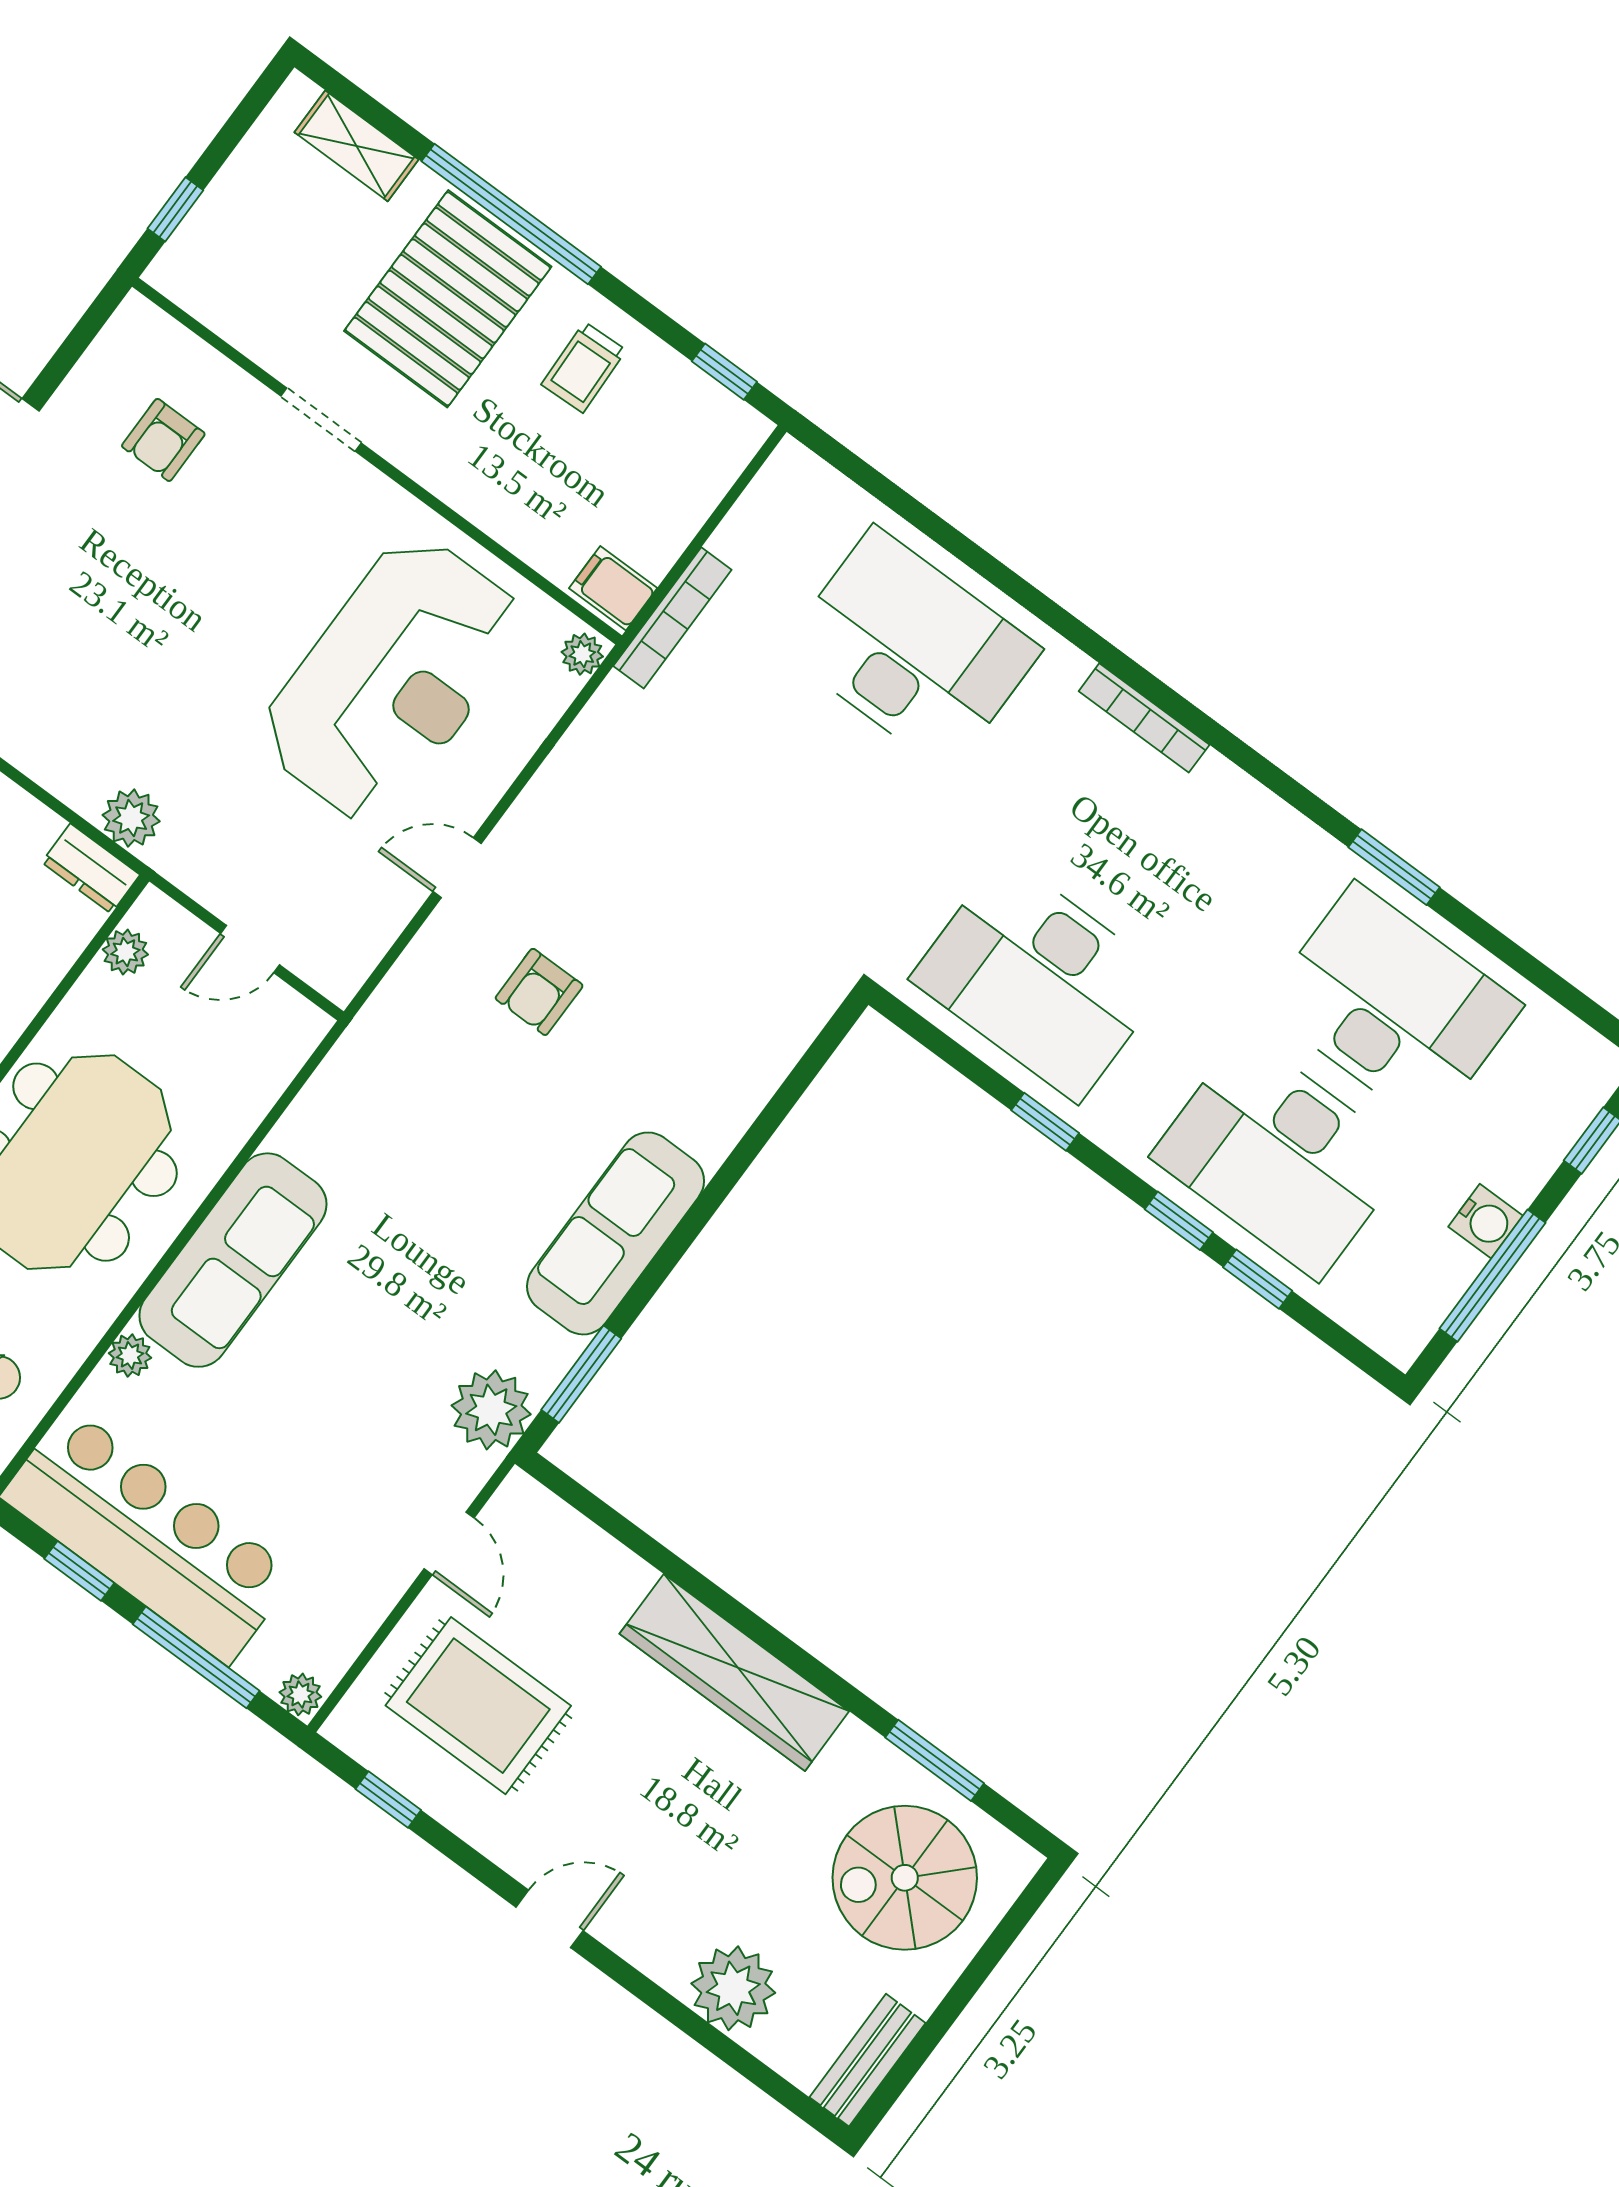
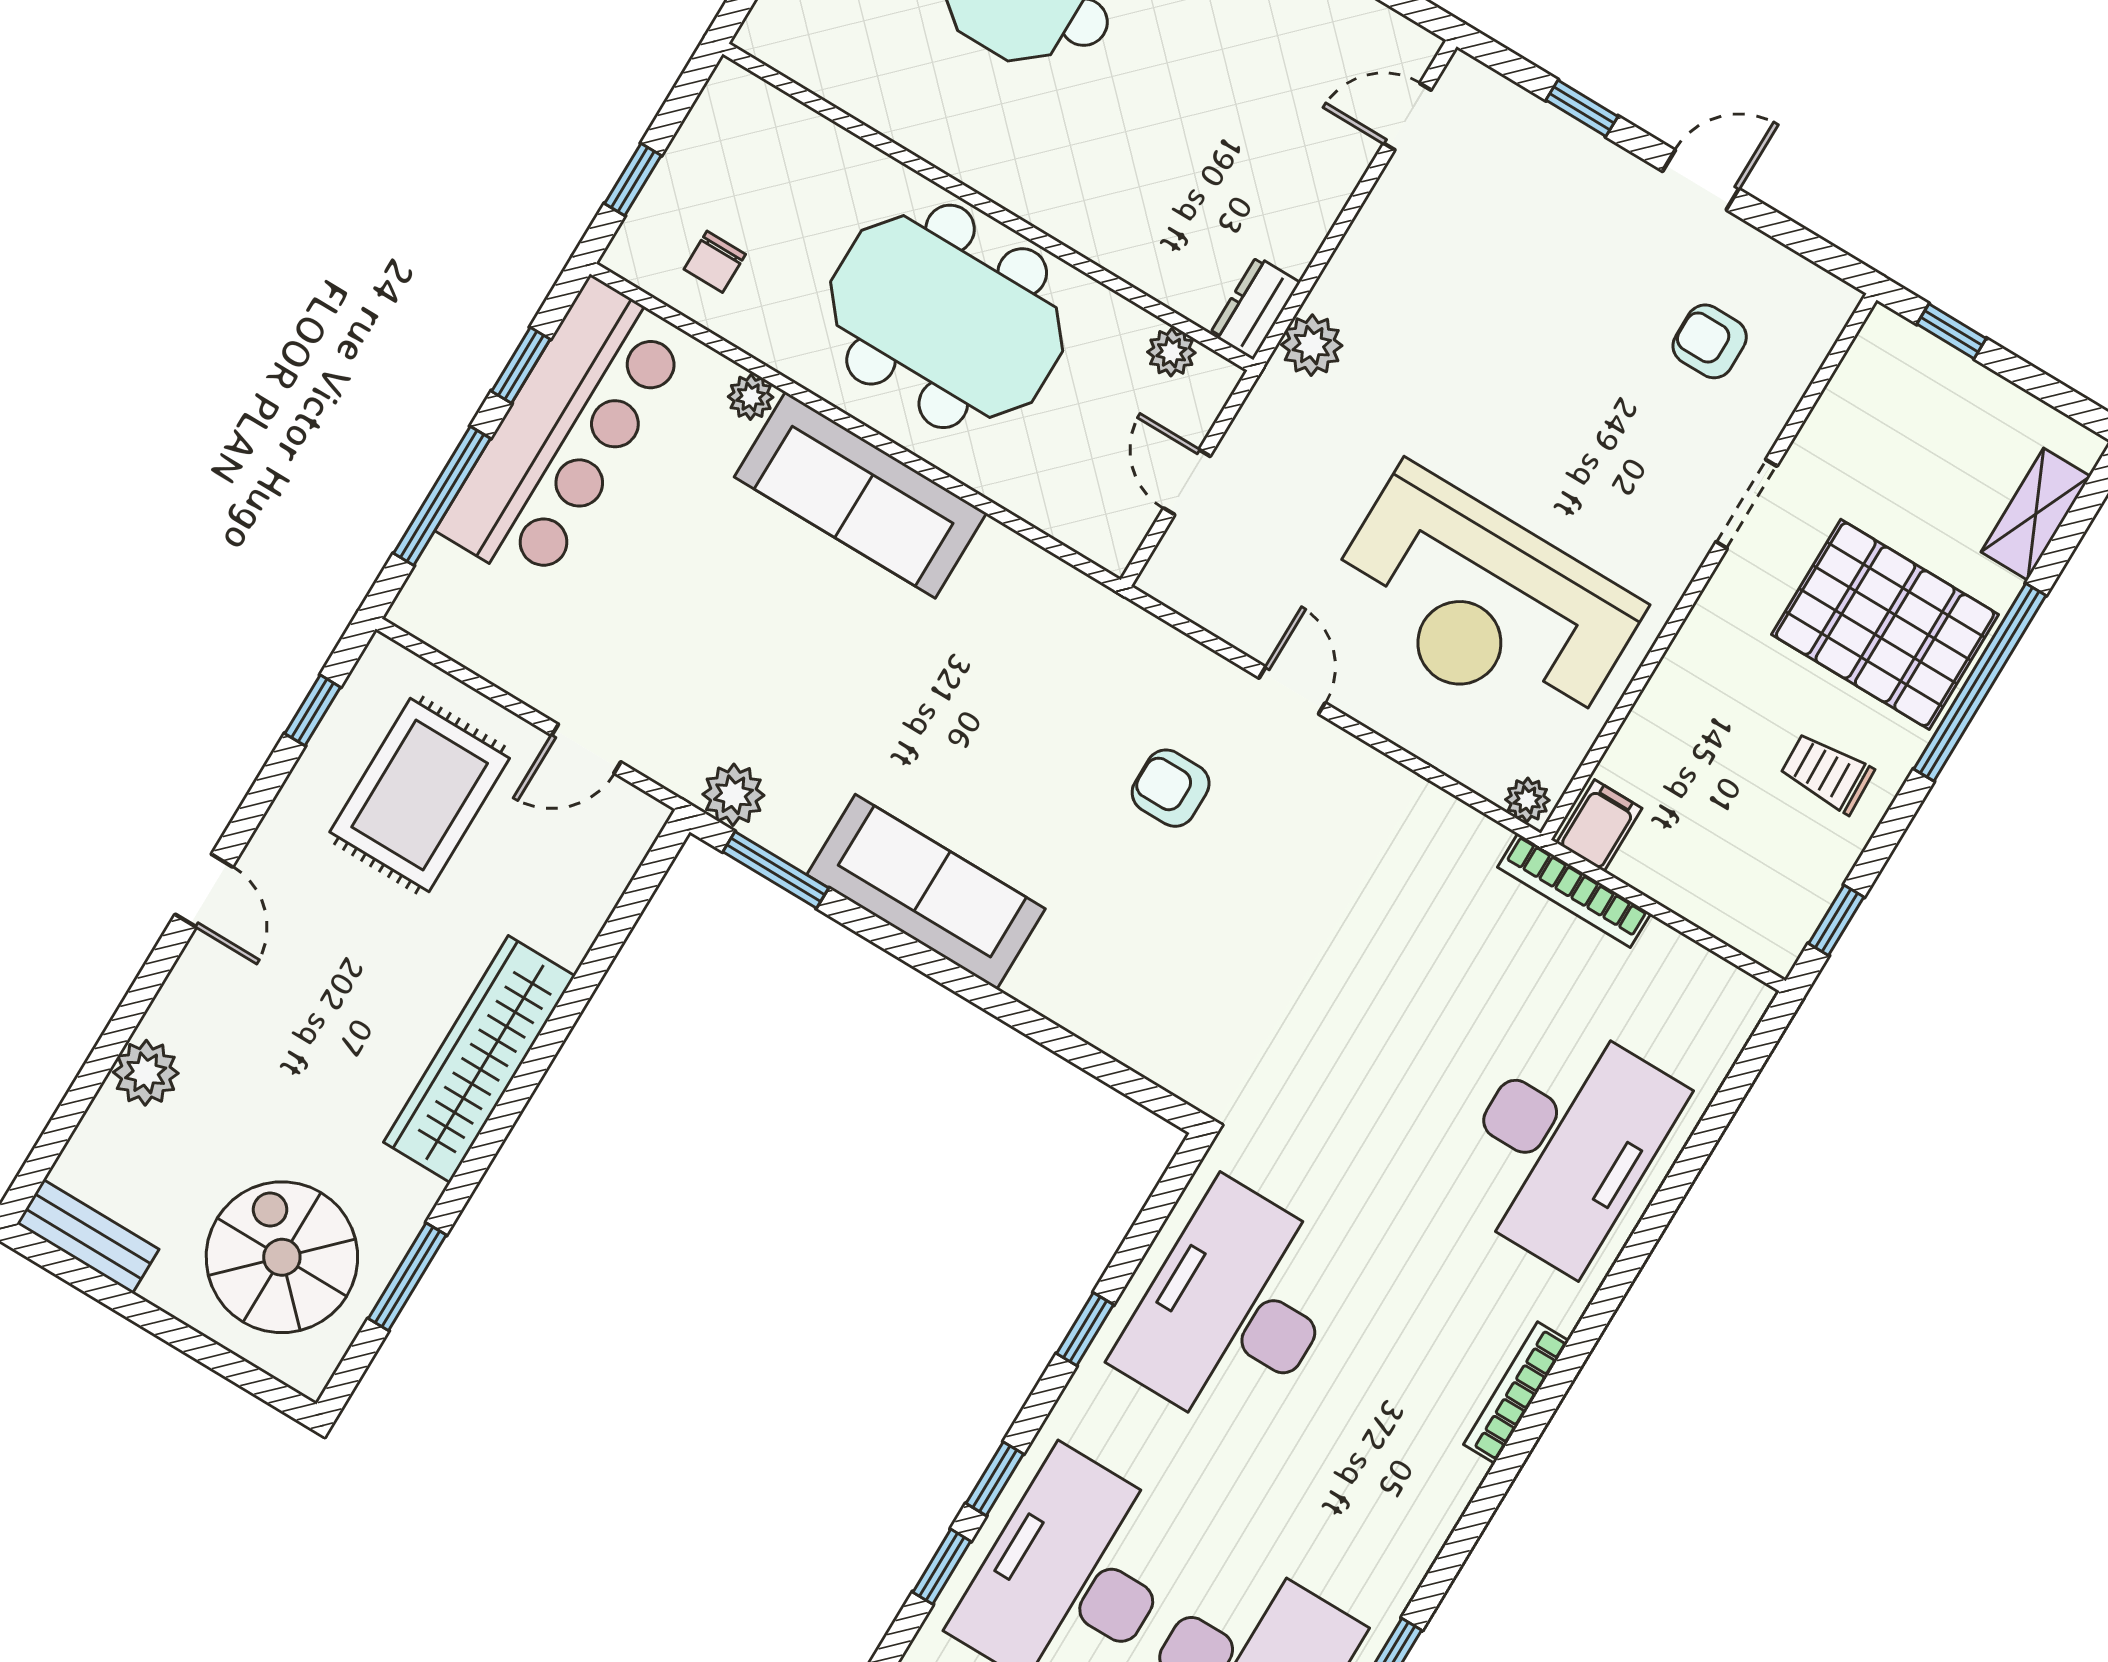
plant: (491, 1410) -> (733, 795), width x0.73, depth x0.73
plant: (300, 1694) -> (414, 608), removed
plant: (733, 1988) -> (146, 1073), width x0.73, depth x0.73

